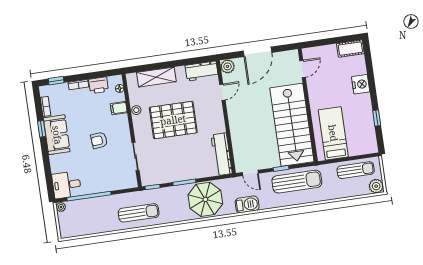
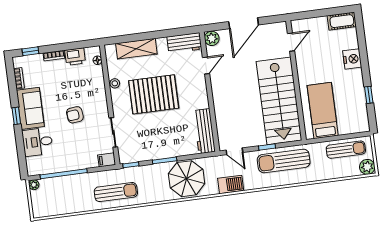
filing cabinet: (119, 108) -> (107, 160), moved
window: (42, 129) -> (16, 116), moved
sun lounger: (297, 182) -> (284, 161), turned 180
desk: (67, 185) -> (38, 142), moved

